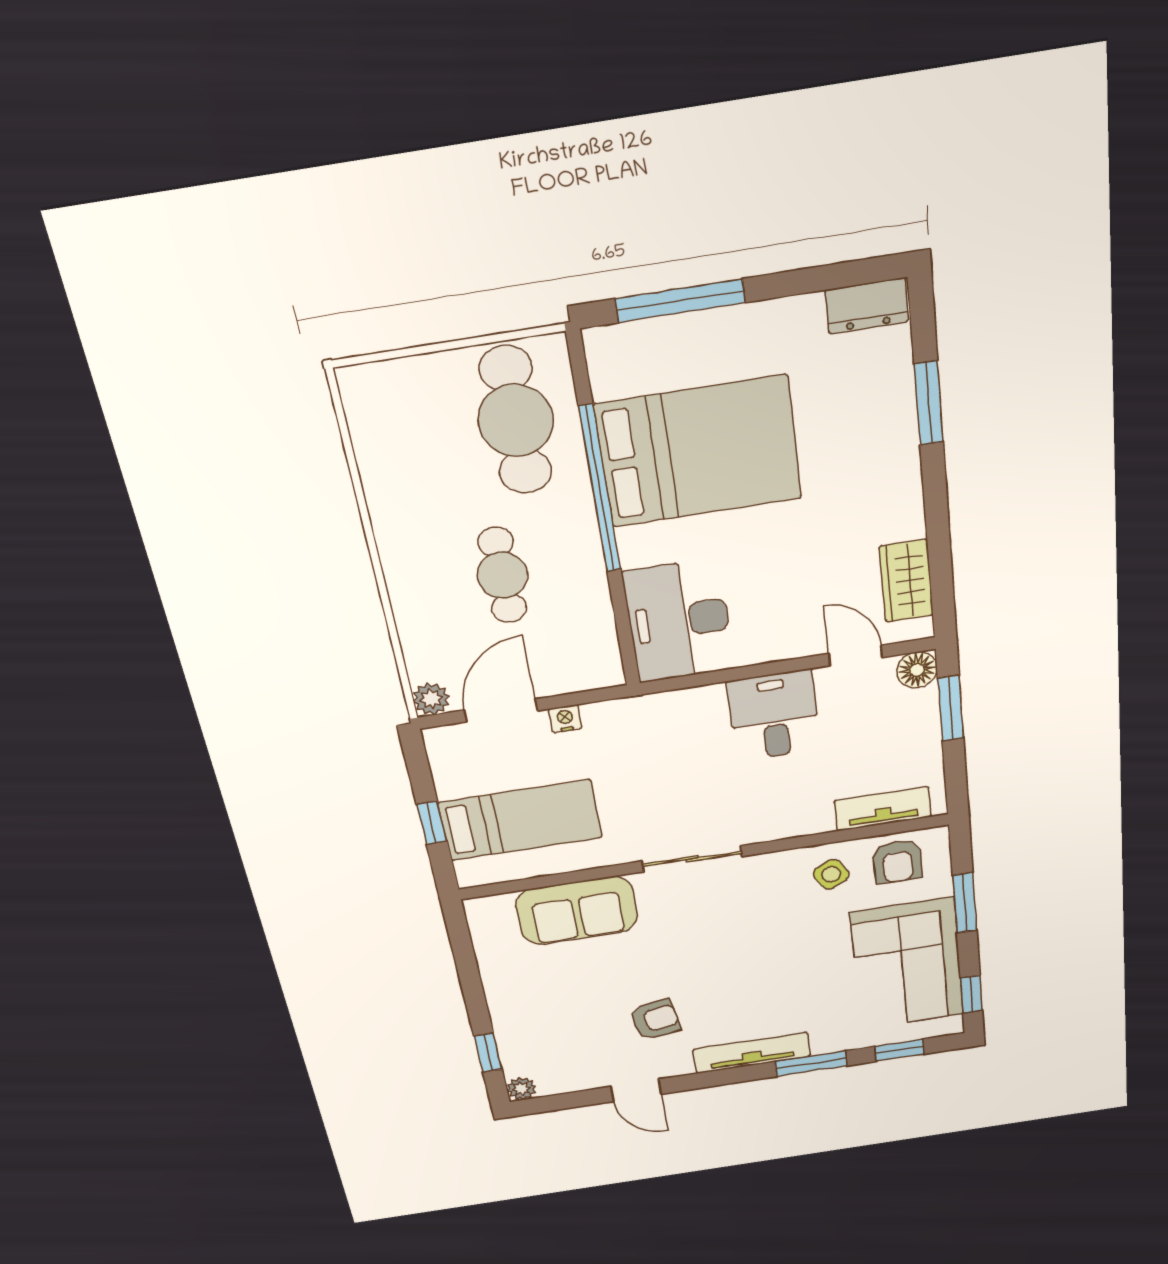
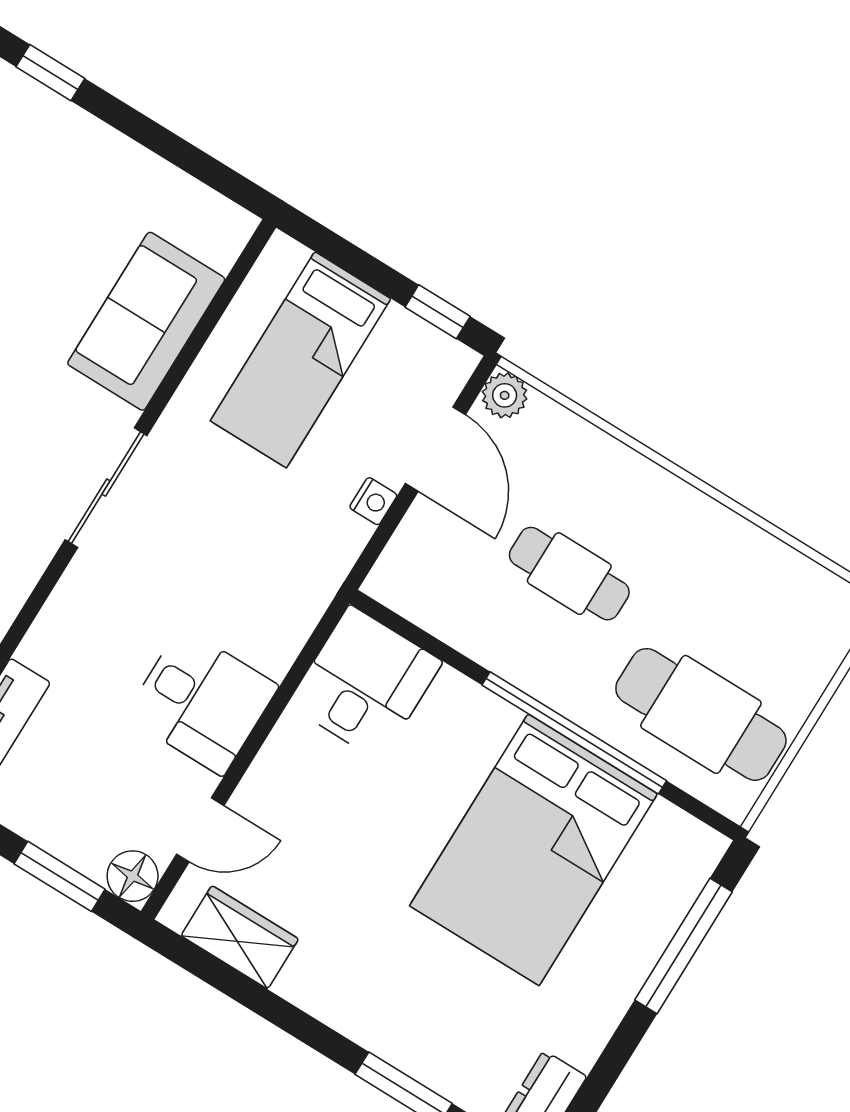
desk: (679, 621) -> (365, 683), width x0.73
window: (432, 823) -> (438, 312), moved

